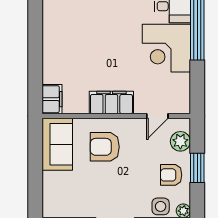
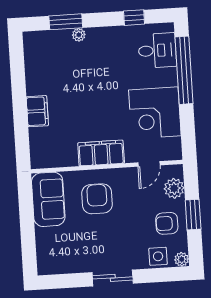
corner desk: (166, 48) -> (155, 113), moved
filing cabinet: (52, 99) -> (37, 111), moved
armchair: (105, 147) -> (97, 199), turned 90

